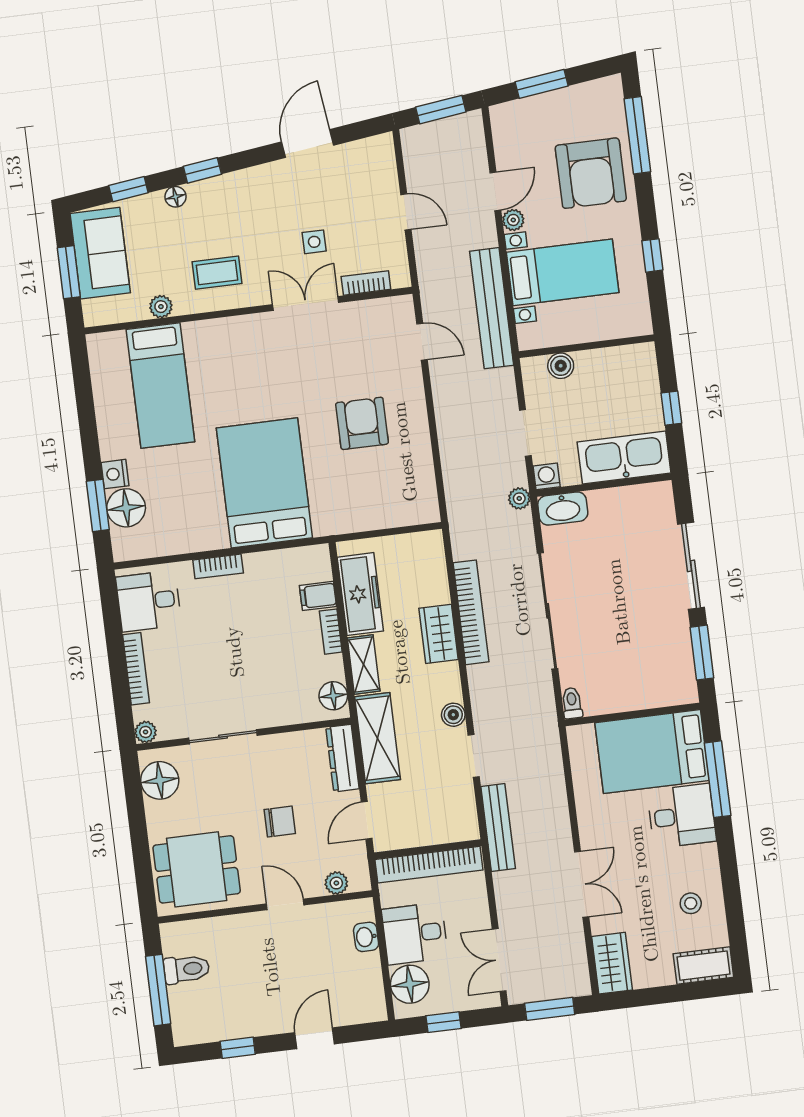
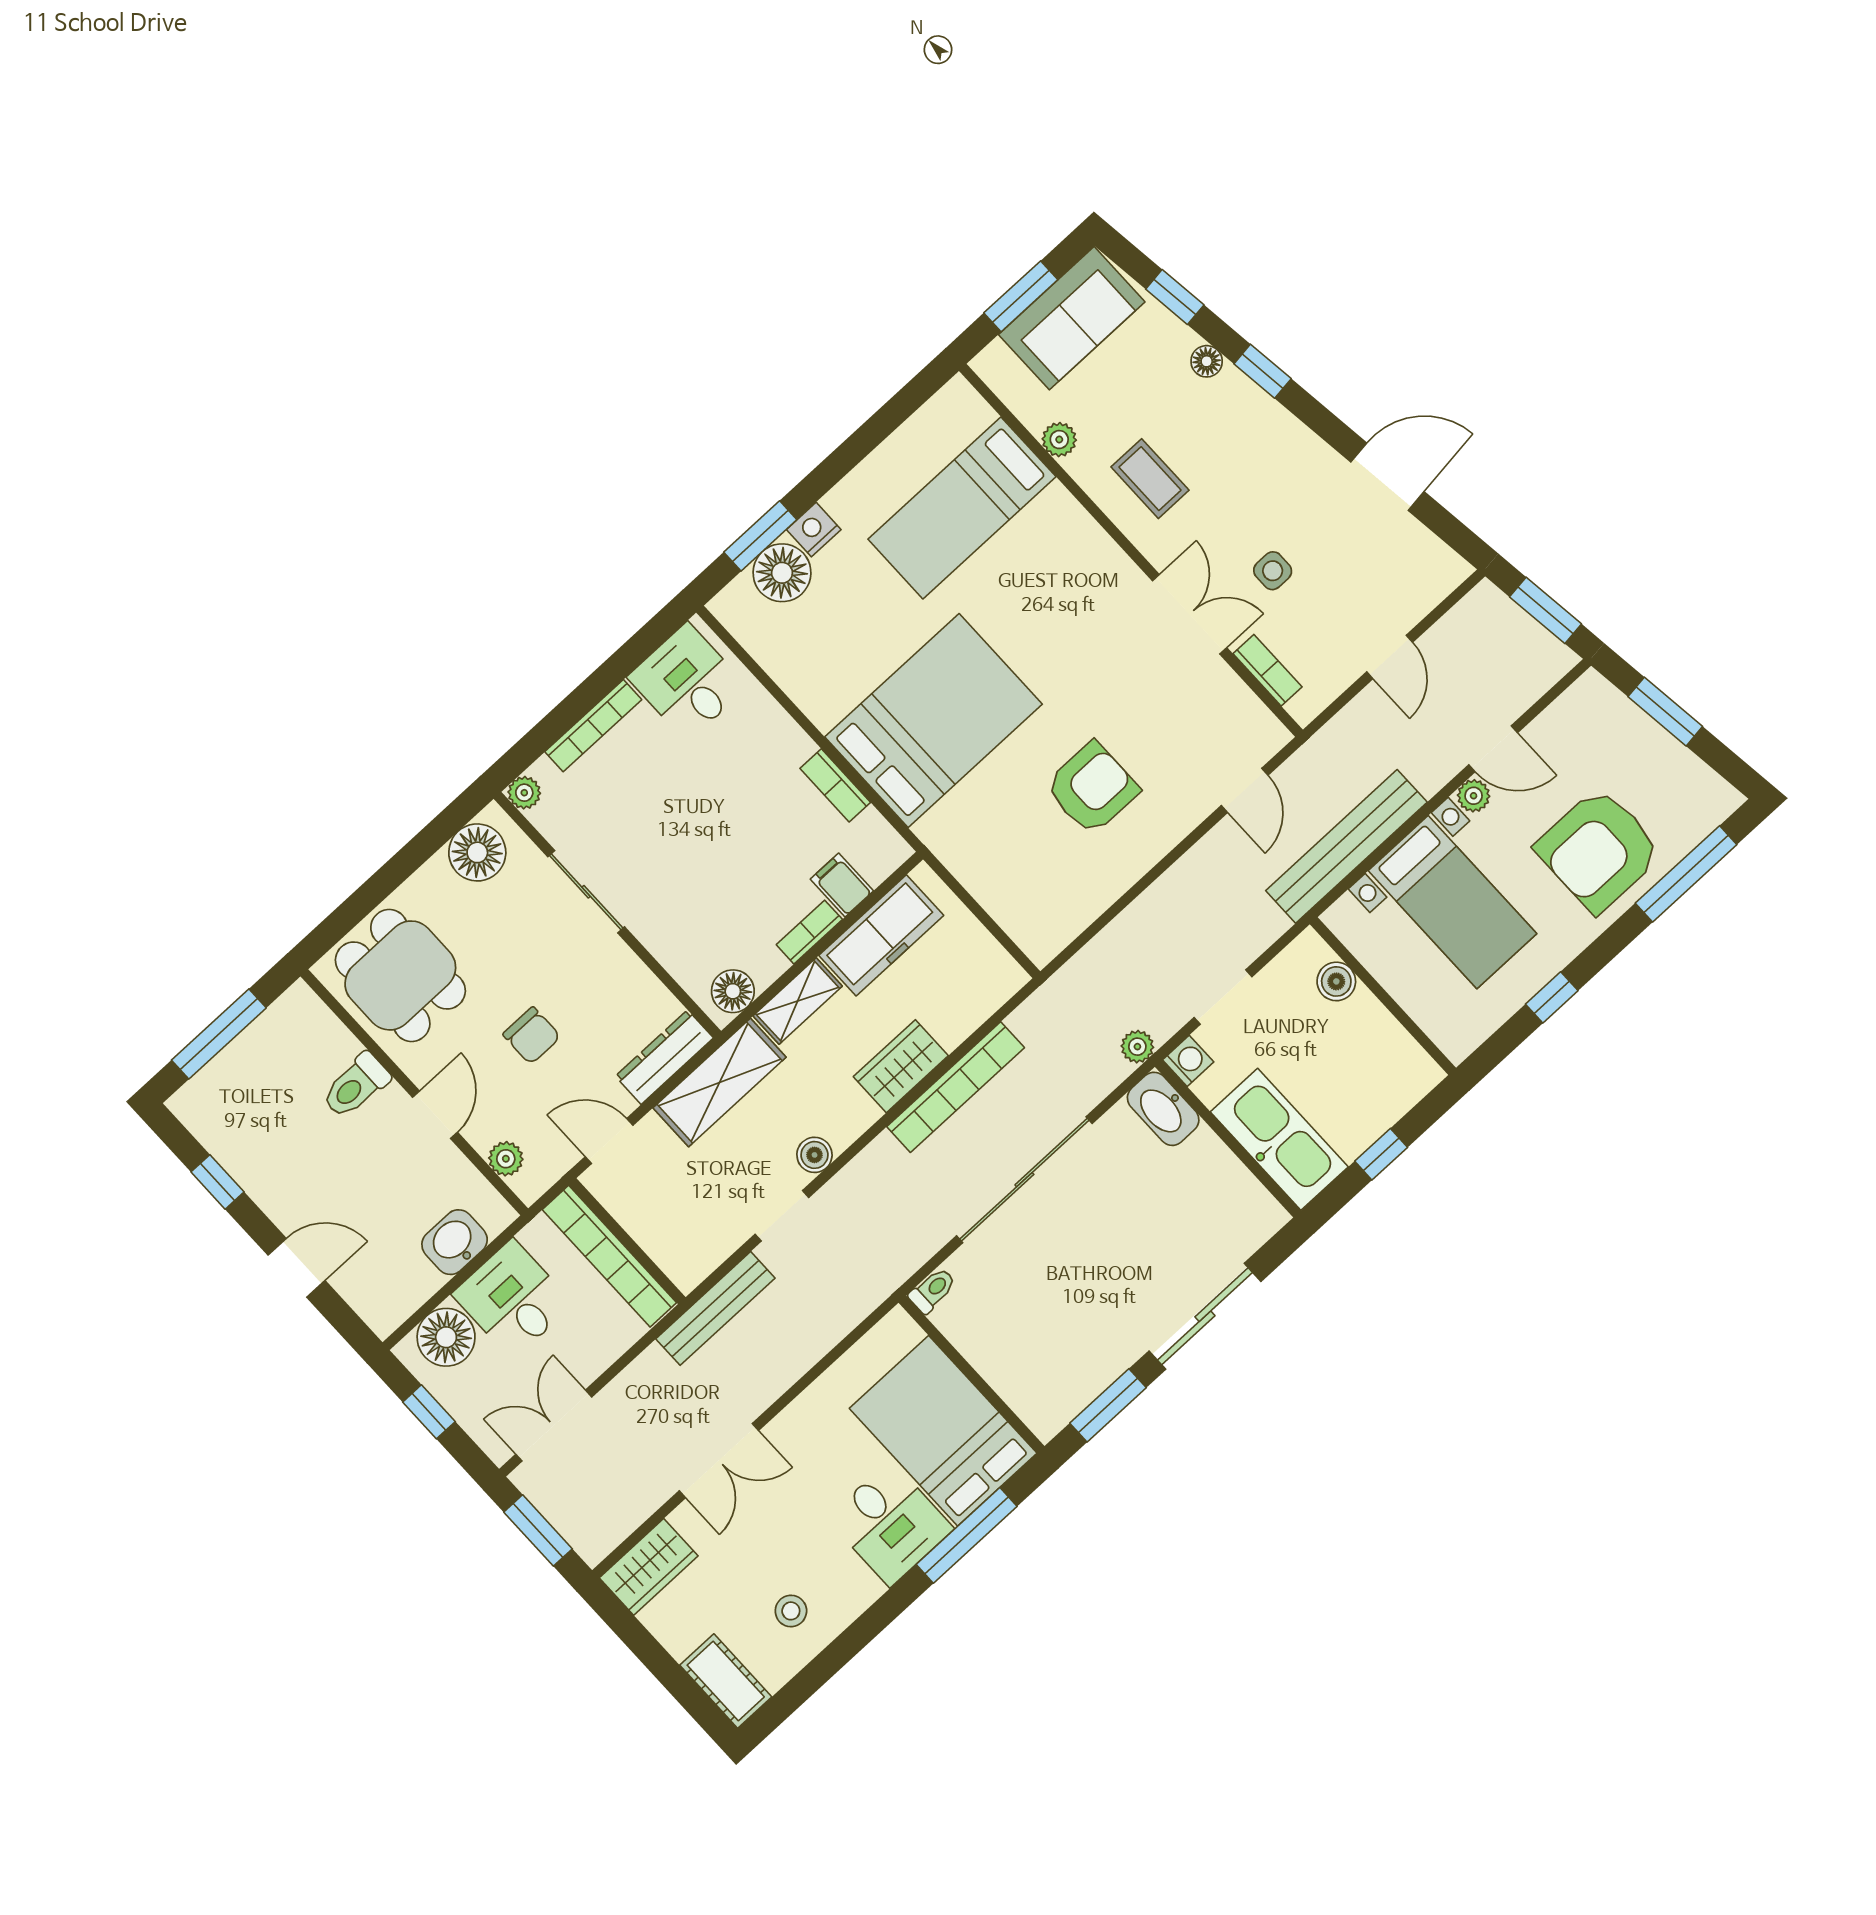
bookcase: (218, 566) -> (835, 785), moved
washbasin: (366, 937) -> (455, 1242), width x1.38, depth x1.45
toilet: (187, 969) -> (356, 1086), moved, turned 90

